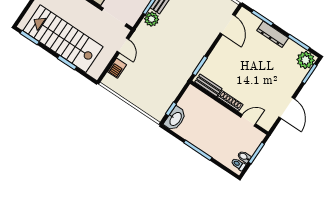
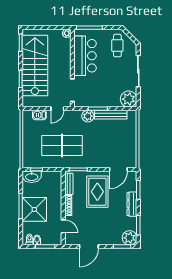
rug: (236, 61) -> (97, 192), added
table tennis table: (164, 66) -> (62, 145), added
shower: (211, 139) -> (34, 209), added

